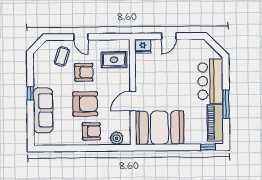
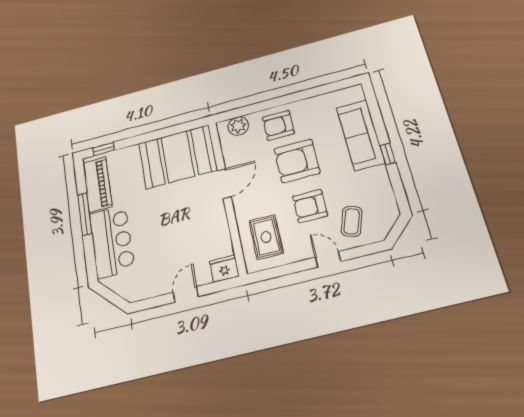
rug: (114, 60) -> (266, 237), turned 90

